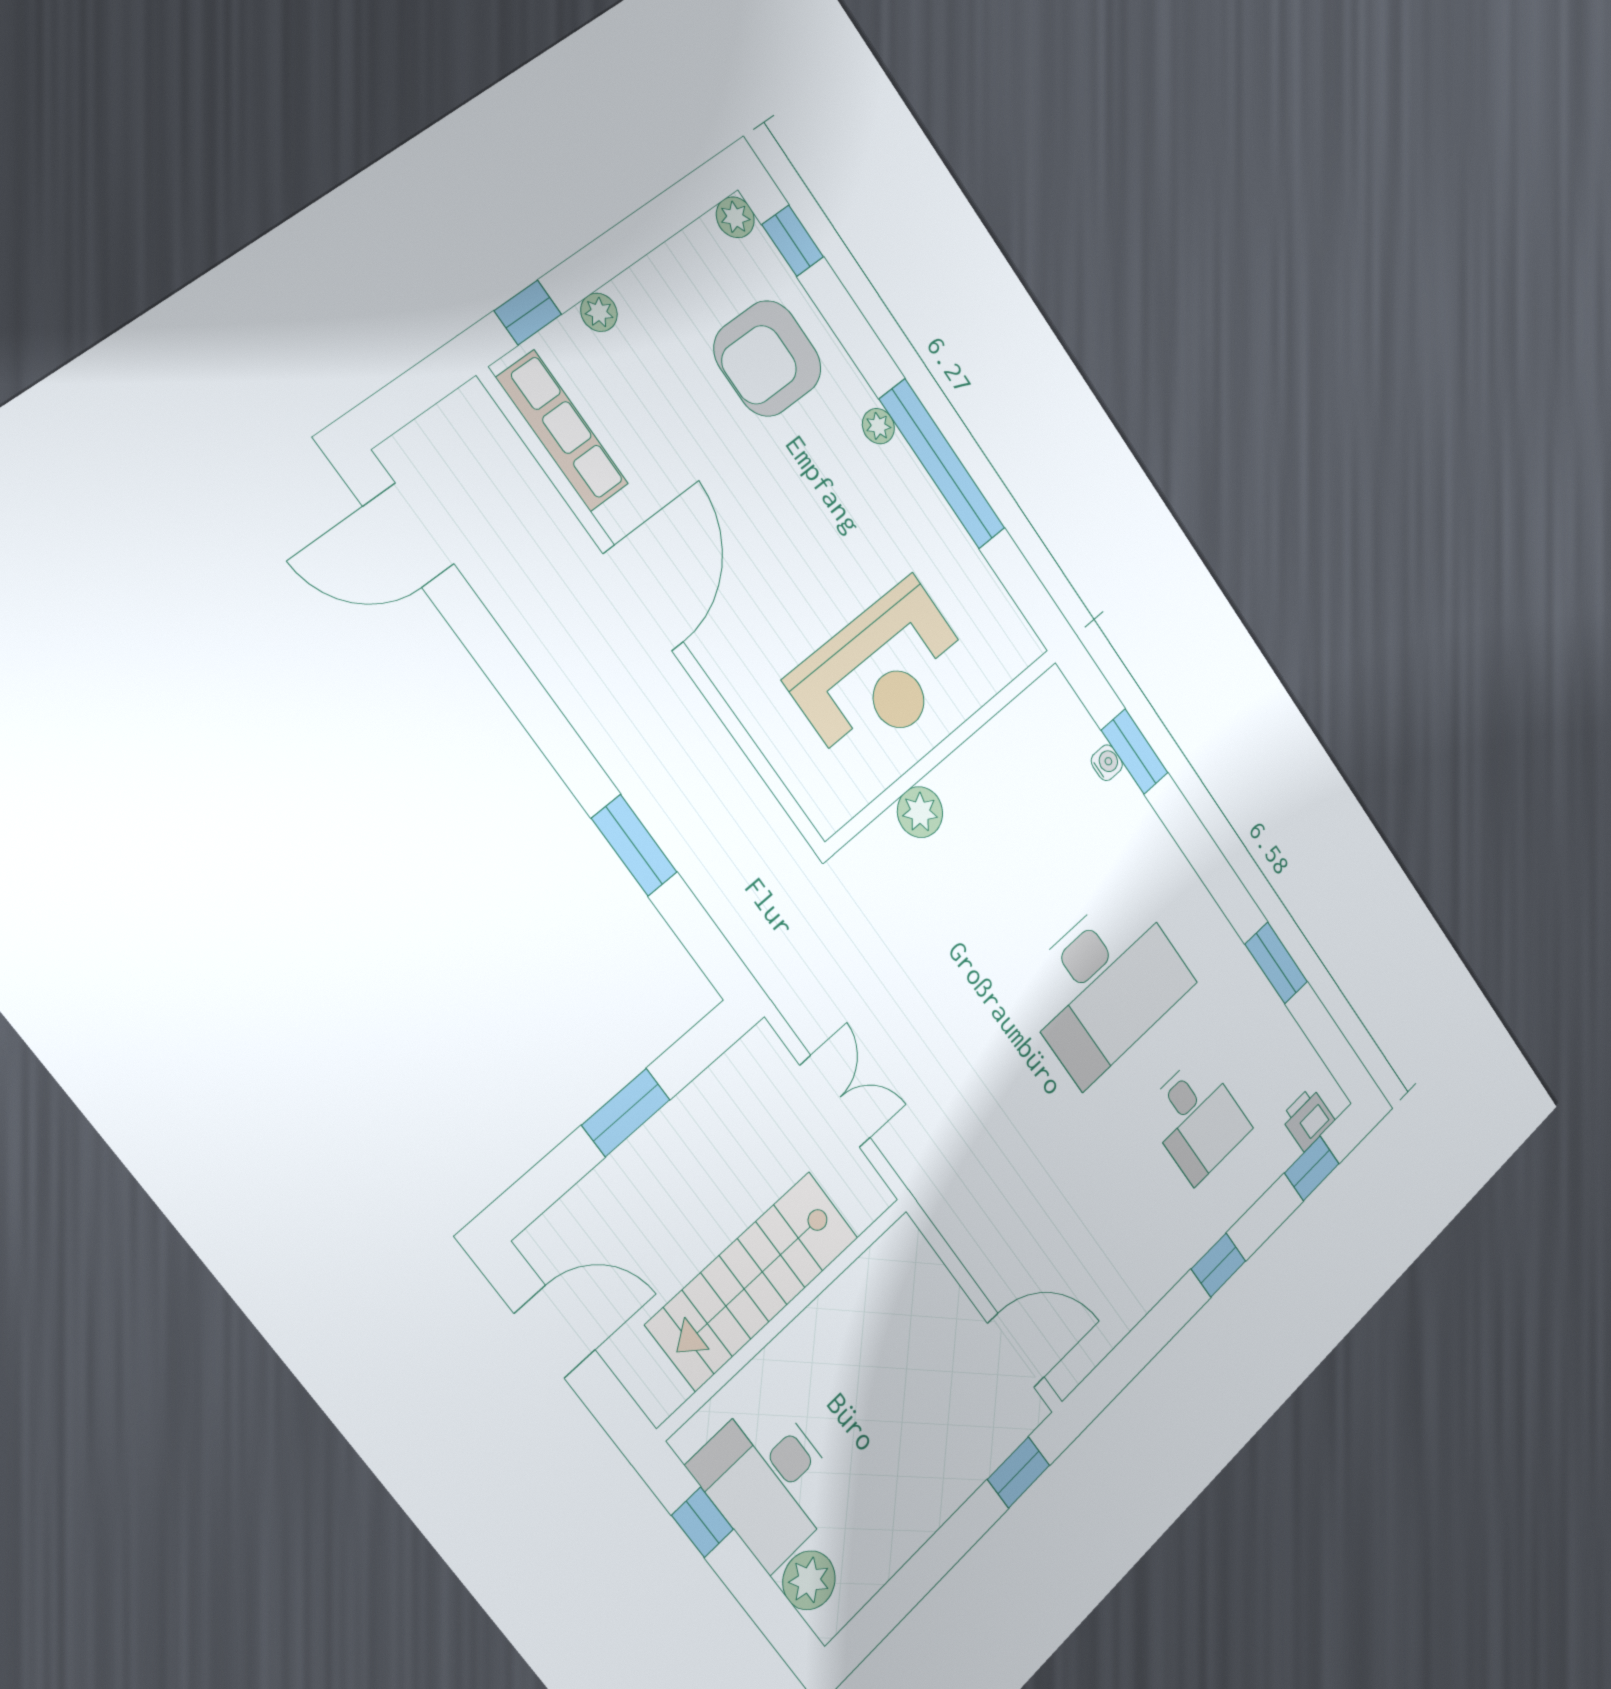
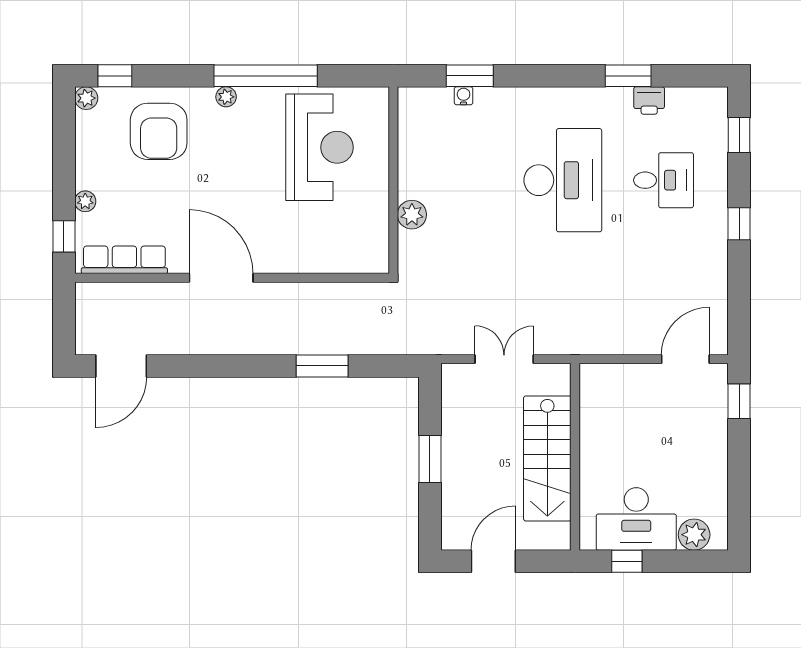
reception desk: (881, 674) -> (320, 147), moved
printer: (1308, 1119) -> (649, 100), moved, turned -90

